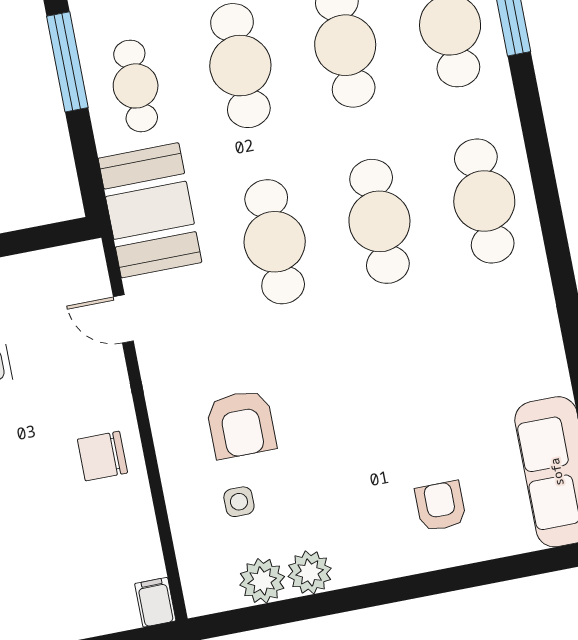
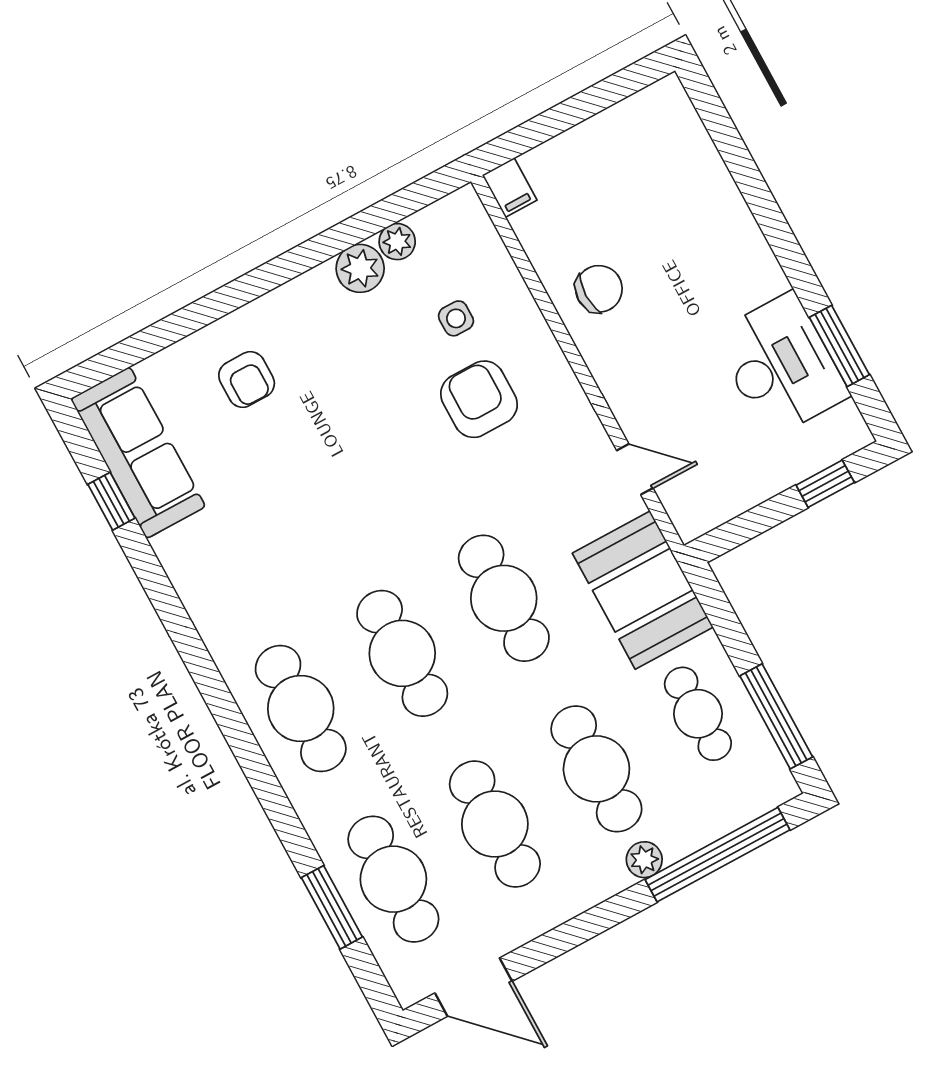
chair: (102, 456) -> (599, 289), moved
plant: (262, 581) -> (397, 242), width x0.73, depth x0.73

